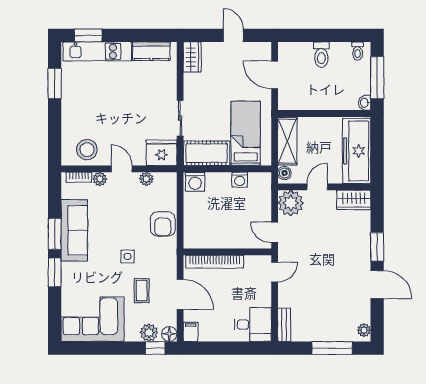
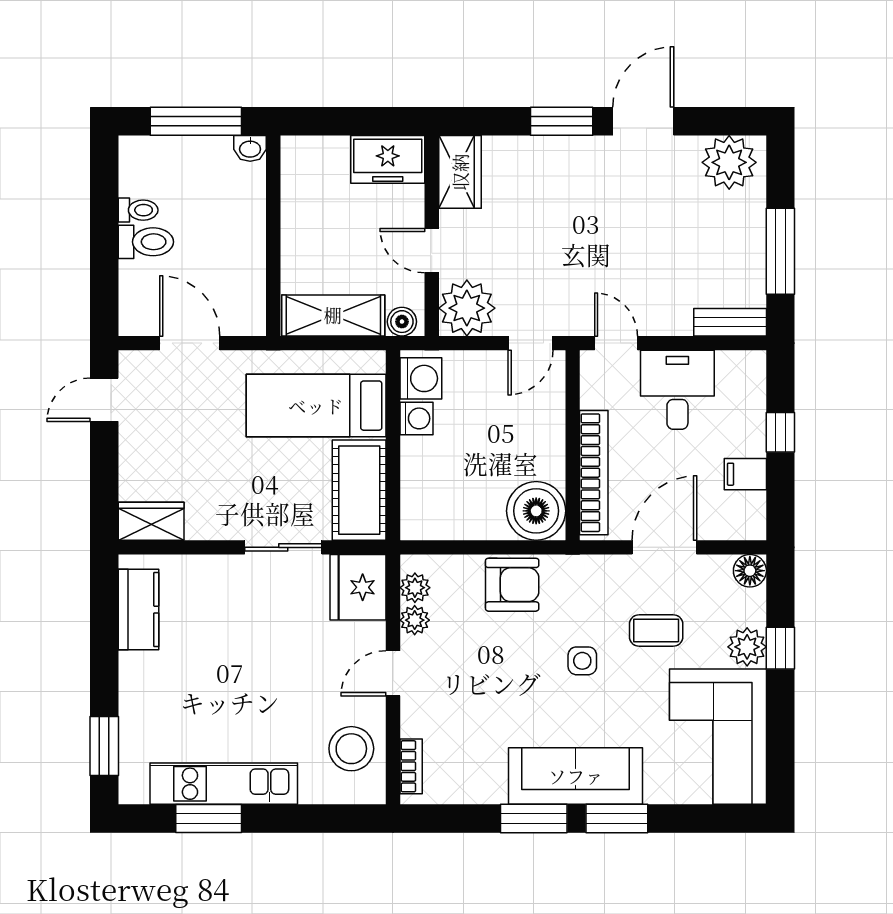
door: (233, 35) -> (104, 400), moved
kitchen unit: (97, 51) -> (224, 784), moved, turned -90
toilet: (358, 51) -> (138, 210), moved
door: (275, 75) -> (190, 343), swing flipped
freezer: (357, 151) -> (388, 159), width x0.52, depth x0.79
plant: (100, 179) -> (415, 588), moved
washing machine: (195, 182) -> (421, 378), moved
sofa: (74, 230) -> (576, 776), moved
boiler: (197, 235) -> (536, 511), added
desk: (253, 325) -> (677, 390), moved
plant: (364, 330) -> (729, 162), width x1.88, depth x1.88
filing cabinet: (191, 332) -> (745, 474), moved
plant: (149, 333) -> (747, 647), moved
window: (155, 348) -> (780, 648), moved
window: (233, 348) -> (780, 432), added
window: (332, 348) -> (780, 251), moved

